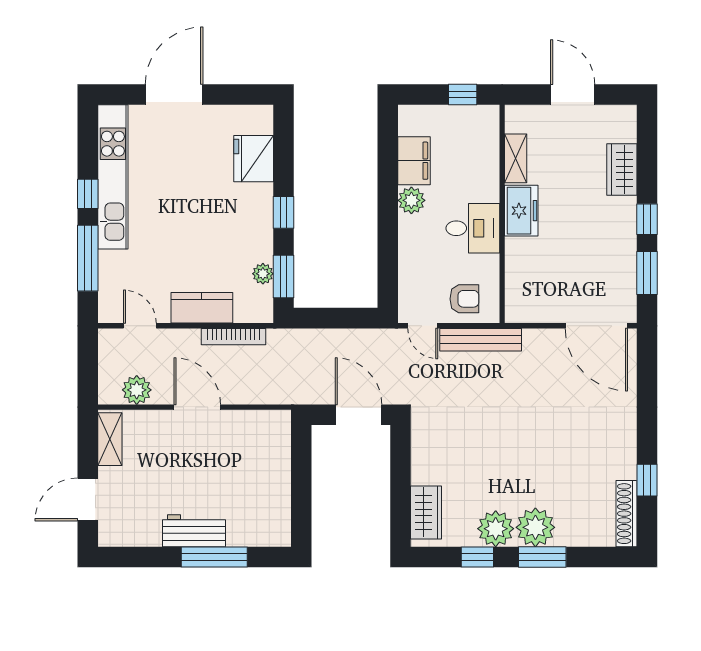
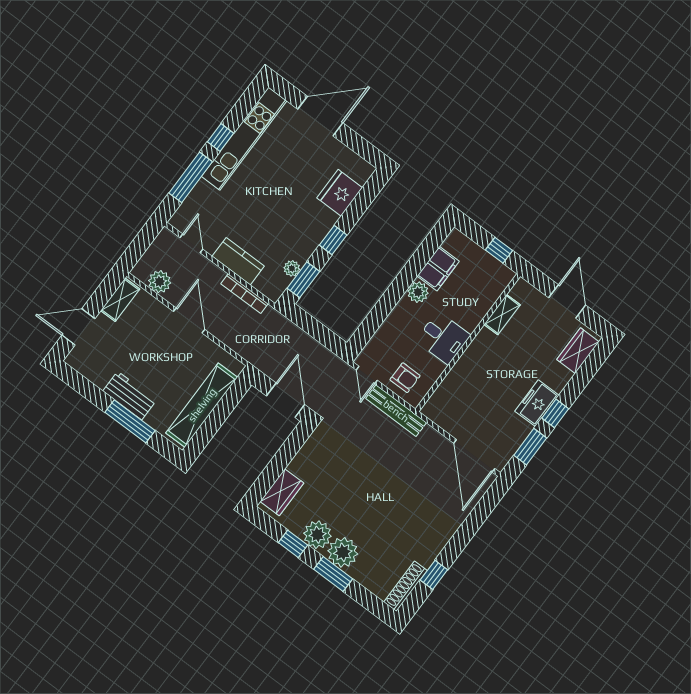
wardrobe: (622, 169) -> (578, 351), moved
freezer: (521, 211) -> (537, 403), moved, turned 180
shelving: (276, 485) -> (202, 405), added

